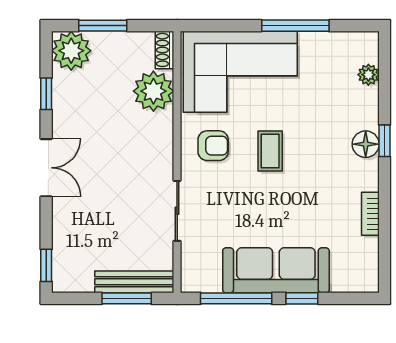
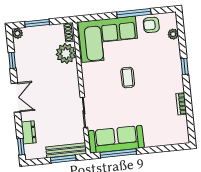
plant: (71, 51) -> (17, 33), width x0.53, depth x0.53
floor lamp: (366, 144) -> (175, 69), removed
armchair: (213, 146) -> (151, 25), moved, turned 180
dresser: (64, 239) -> (29, 132), added
sofa: (276, 270) -> (116, 139), moved
window: (302, 298) -> (151, 150), removed

